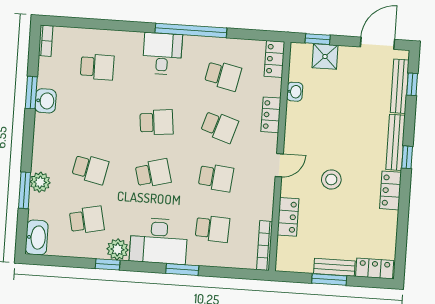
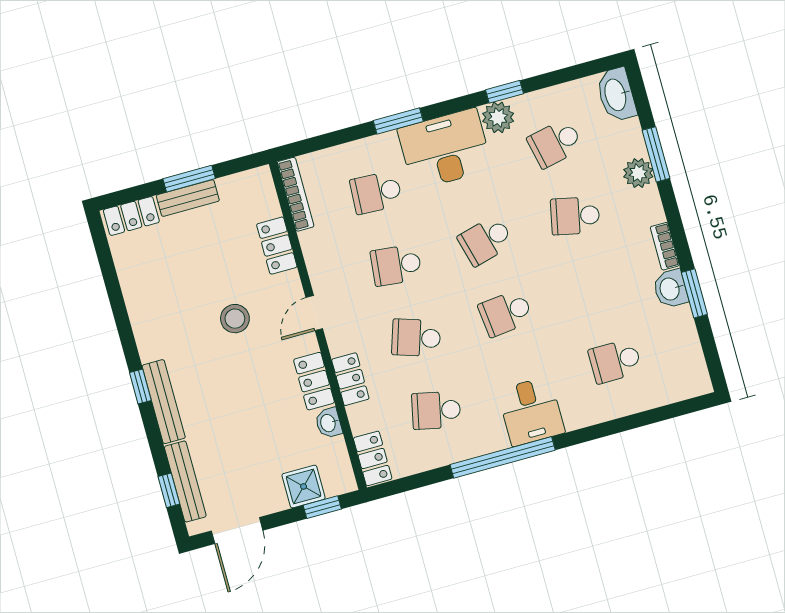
bookcase: (46, 41) -> (665, 246), moved
locker: (390, 190) -> (314, 381), moved, turned 180

